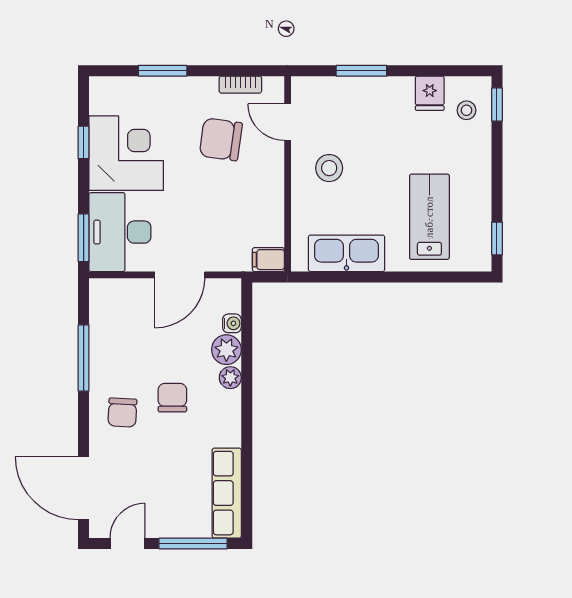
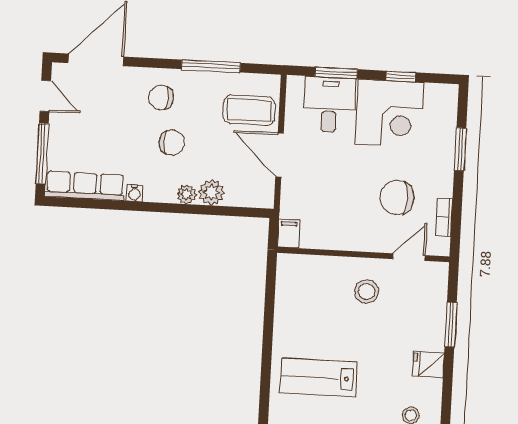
fridge: (430, 93) -> (429, 365), moved
chair: (221, 139) -> (397, 197), turned -98
lab bench: (429, 217) -> (319, 378), turned 180
desk: (120, 232) -> (329, 105), width x0.73
window: (84, 238) -> (336, 73), moved
kitchen sink: (346, 253) -> (291, 303), removed
coffee table: (131, 312) -> (249, 110), added
water cooler: (232, 323) -> (134, 193), moved

